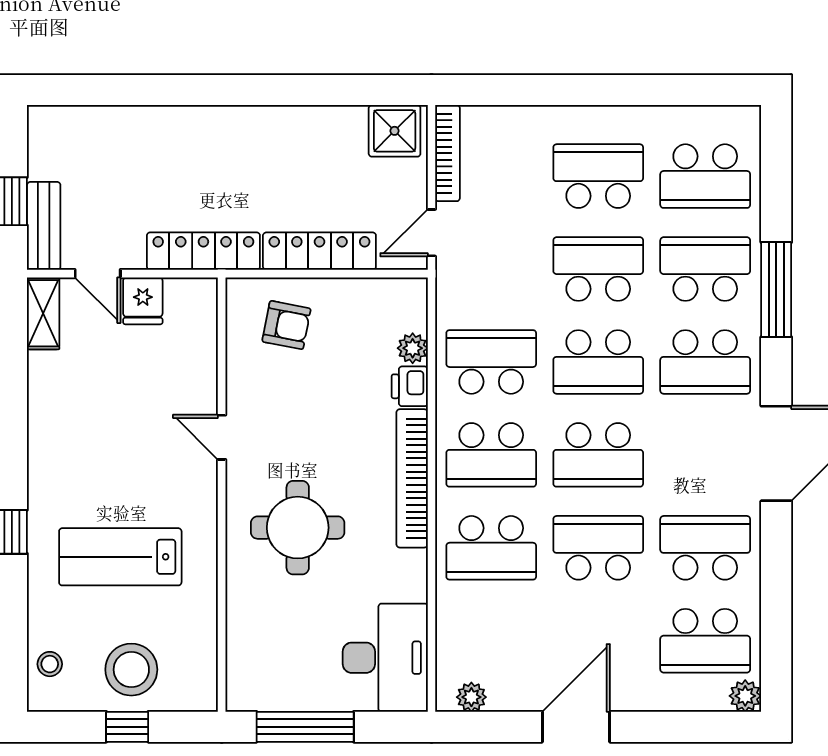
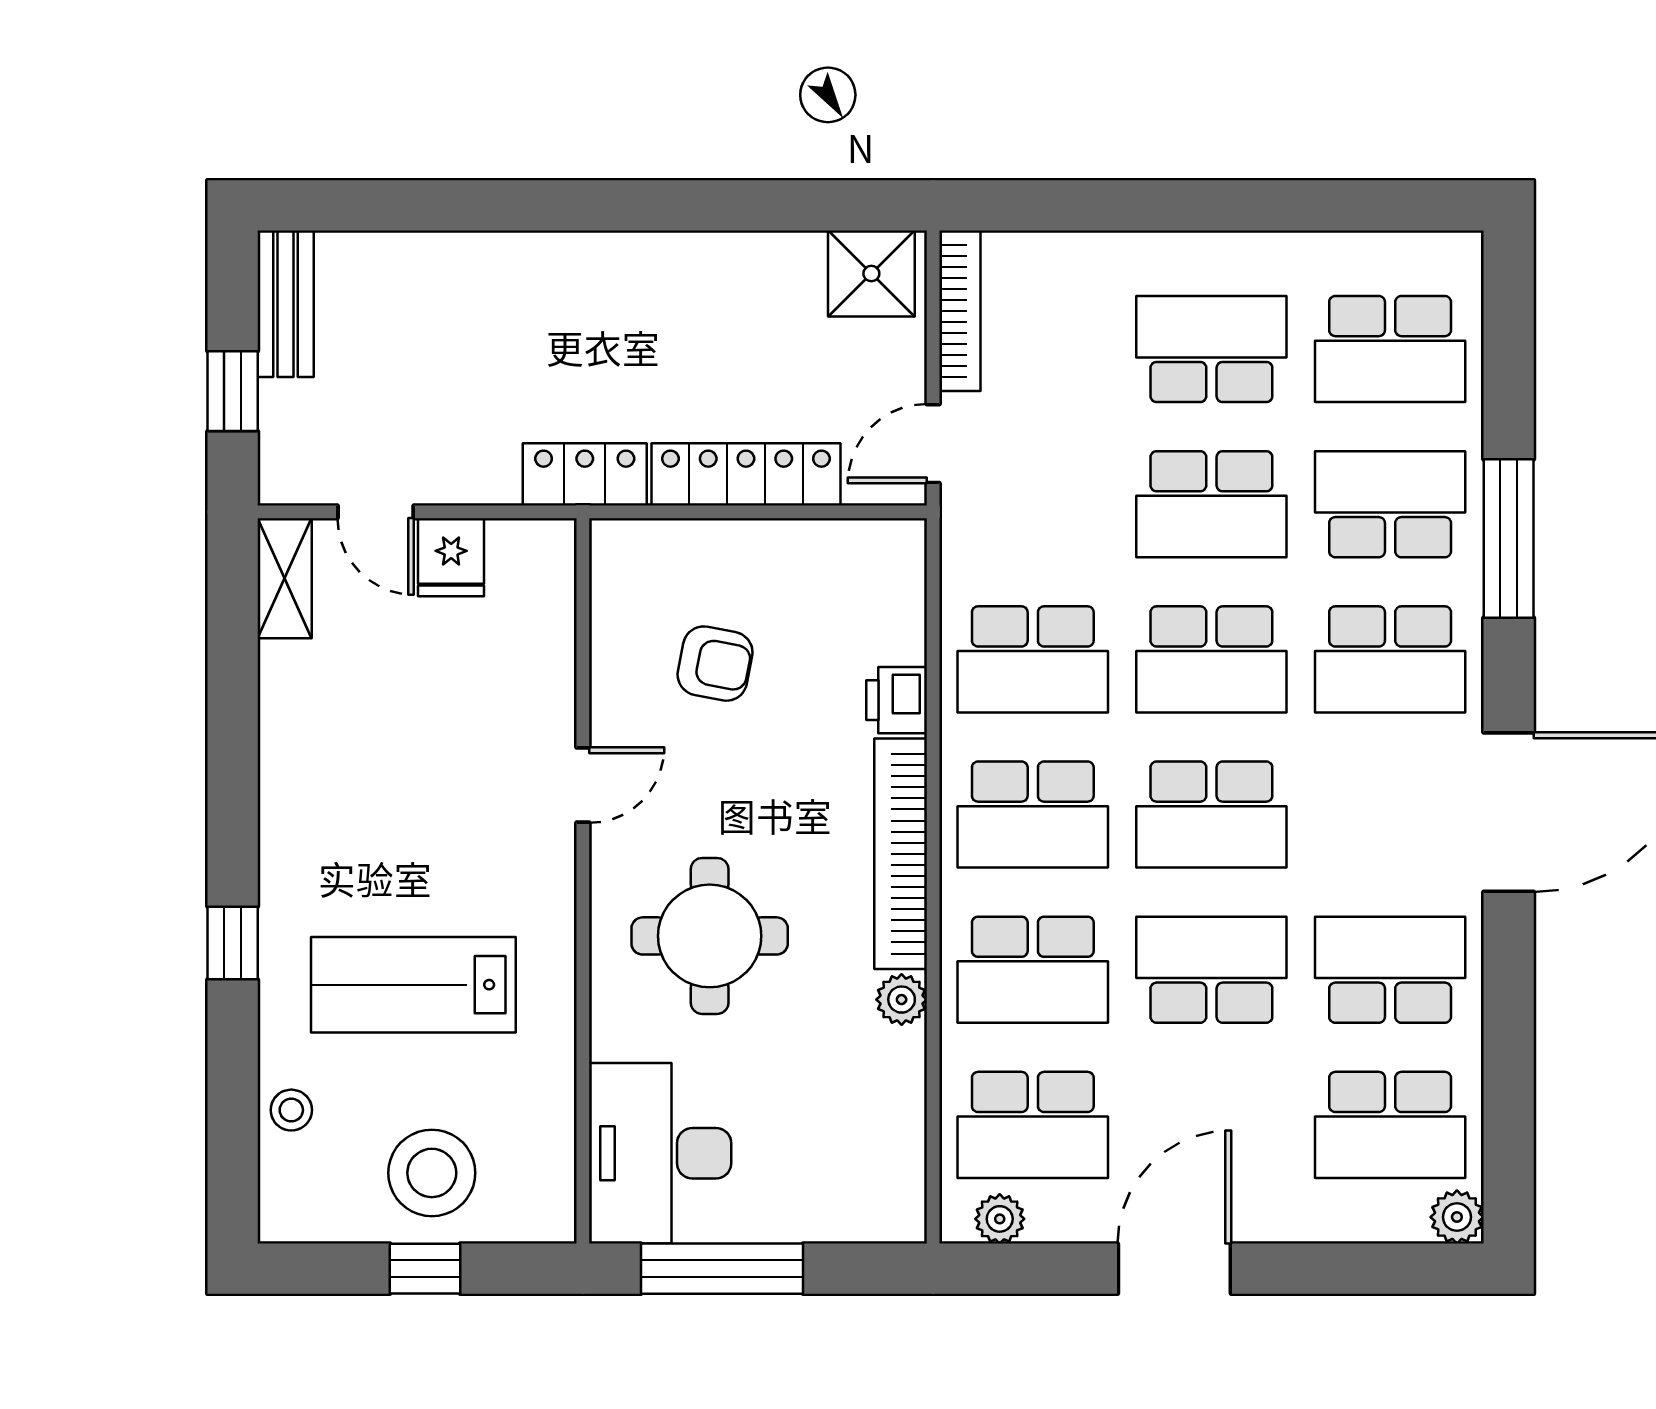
bench: (44, 226) -> (286, 304), moved
locker: (203, 251) -> (585, 474), width x0.66
school desk: (598, 269) -> (1211, 504), turned 180
armchair: (286, 325) -> (715, 664), moved
plant: (413, 348) -> (902, 1000), moved
school desk: (491, 362) -> (1033, 659), turned 180
door: (222, 437) -> (583, 785), swing flipped
school desk: (491, 641) -> (1033, 1125), added
desk: (385, 658) -> (660, 1153), moved, turned 180
stool: (50, 664) -> (291, 1110), moved

